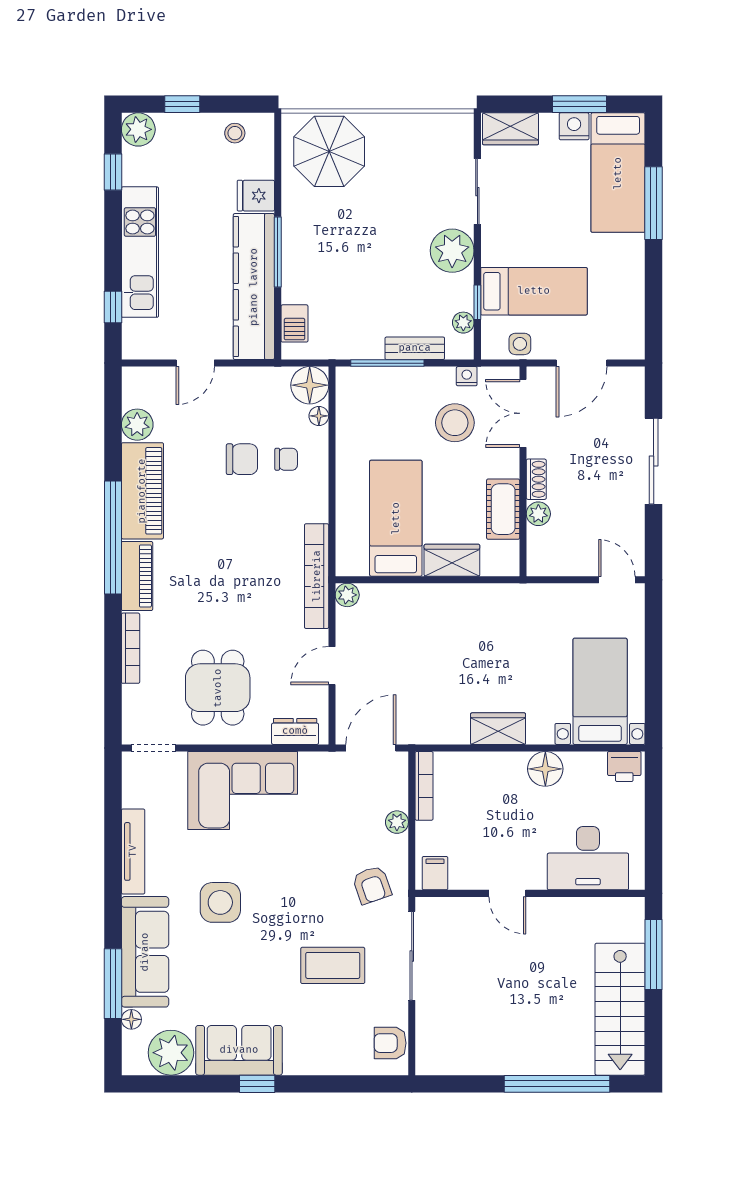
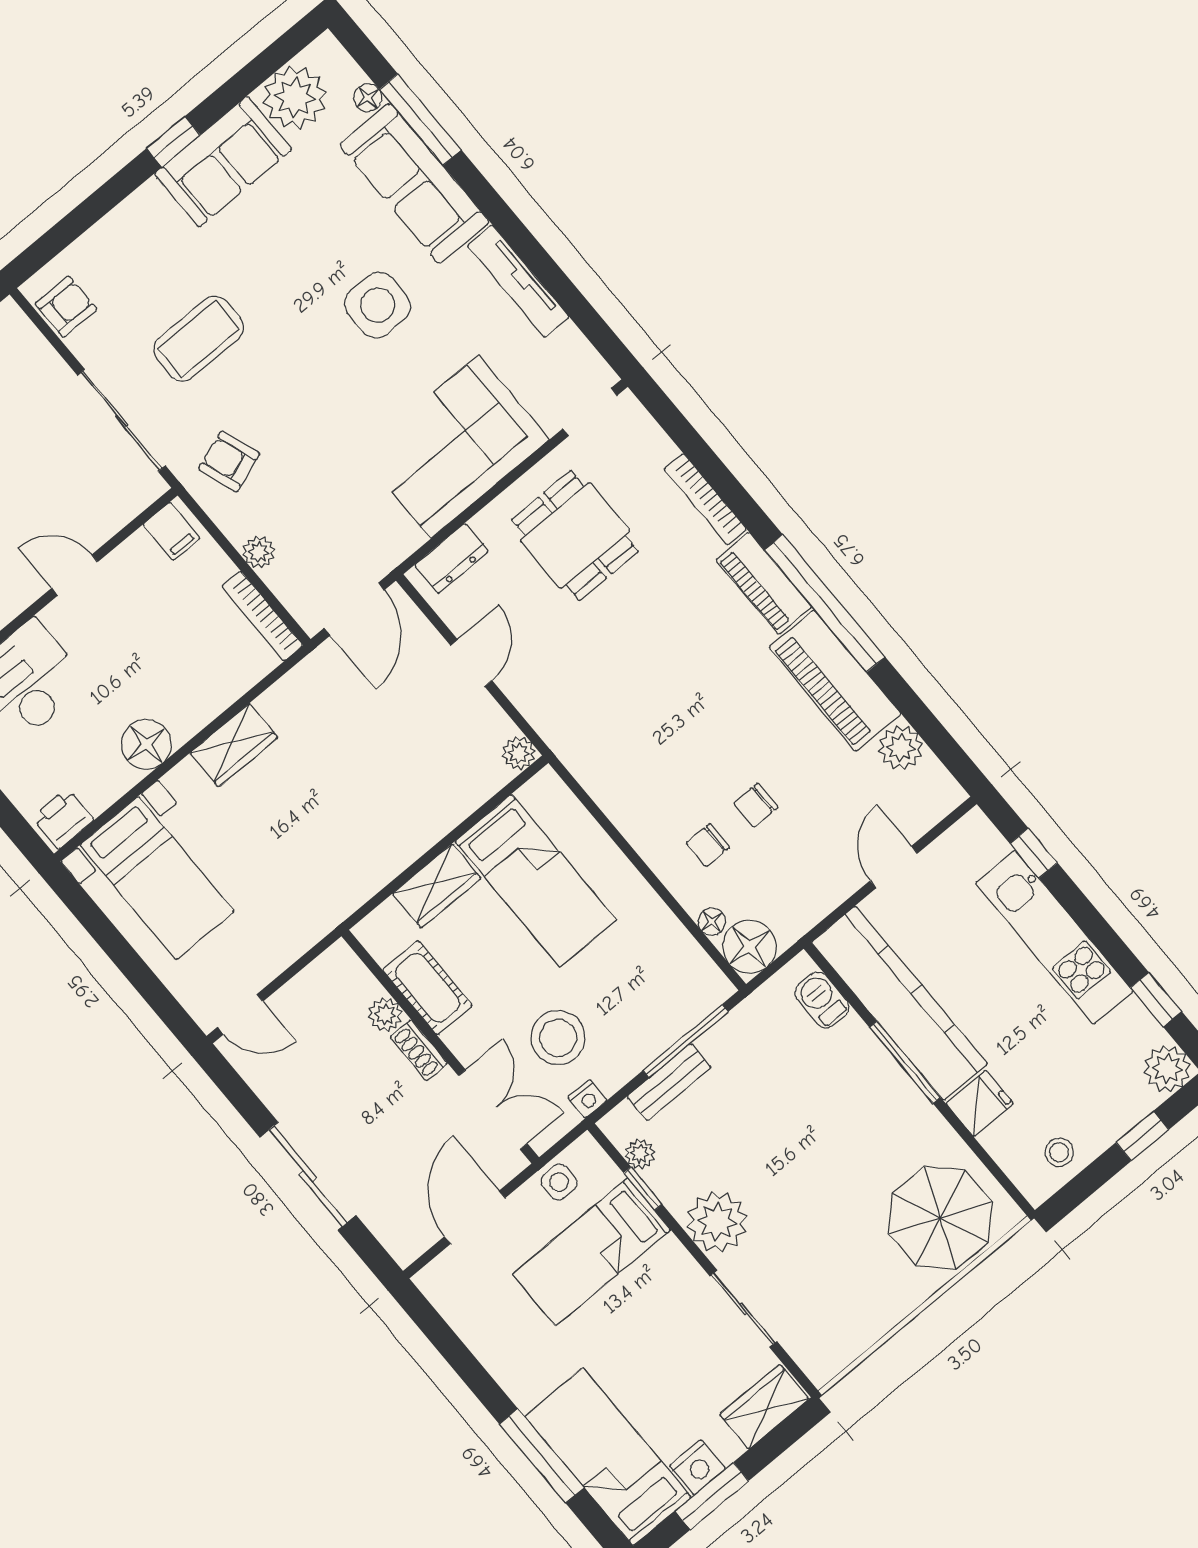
chair: (242, 459) -> (756, 805), width x0.73, depth x0.73
bookcase: (317, 576) -> (569, 746), removed

